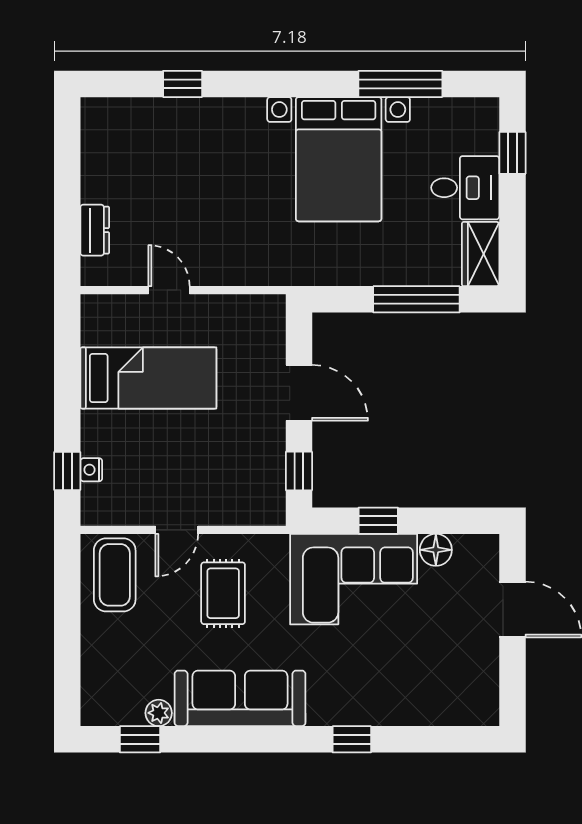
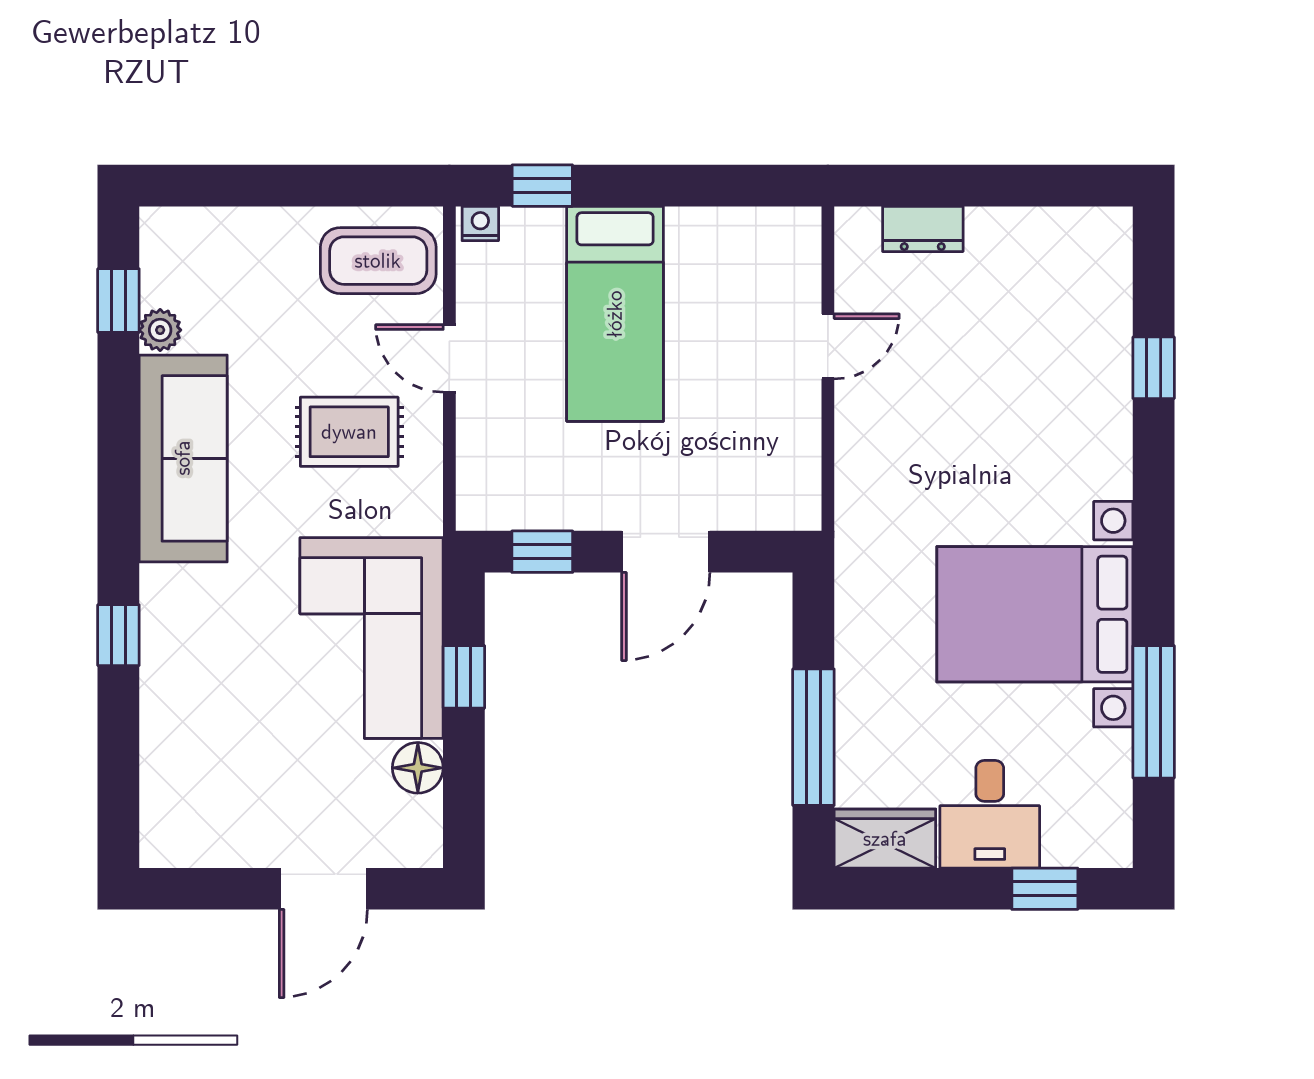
bed: (148, 378) -> (615, 314), moved
nightstand: (91, 470) -> (480, 223), moved

